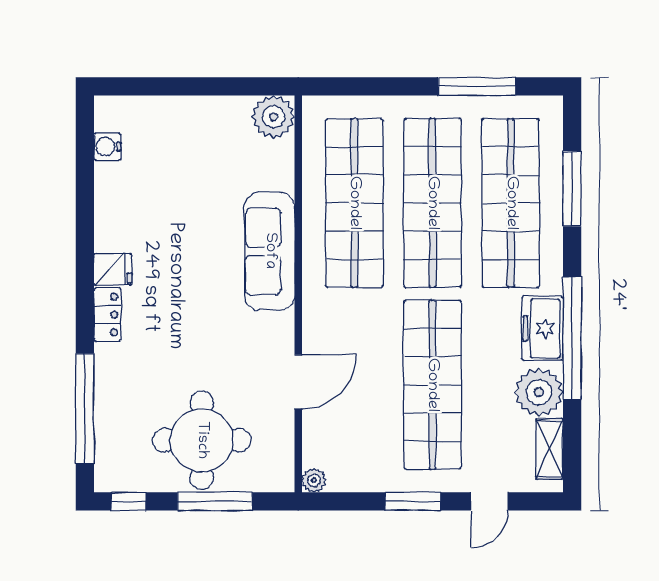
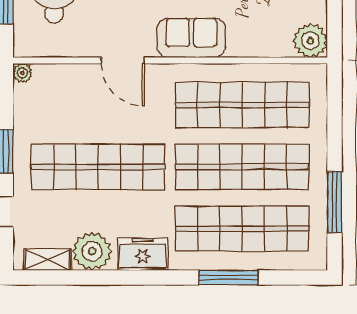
window: (572, 189) -> (228, 277), moved
sofa: (270, 251) -> (191, 38), width x0.73
window: (572, 338) -> (135, 277), removed
door: (298, 382) -> (123, 61), moved

